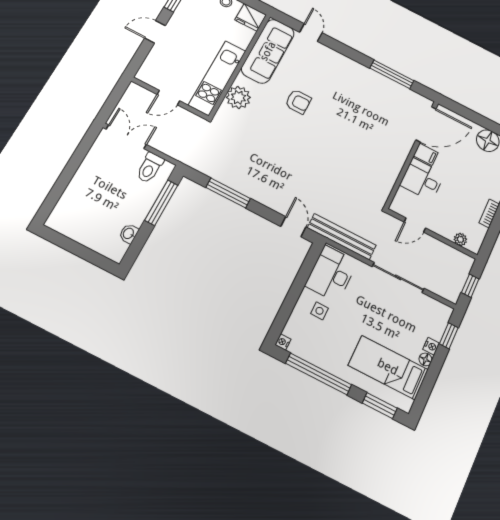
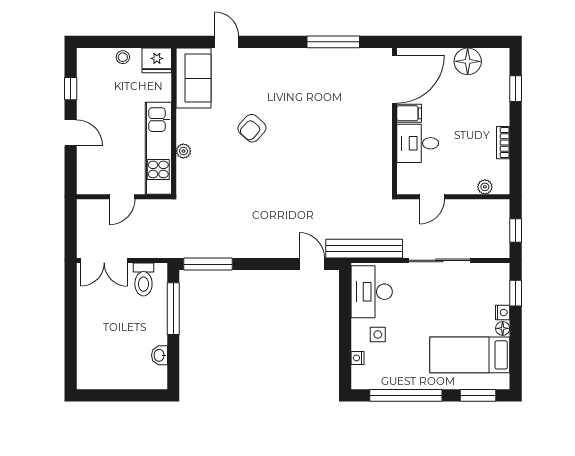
door: (155, 32) -> (71, 133), swing flipped
sofa: (268, 51) -> (193, 78), width x0.73
plant: (238, 97) -> (183, 151), width x0.53, depth x0.53
armchair: (298, 102) -> (252, 128), turned 132
double door: (126, 137) -> (104, 260), swing flipped
window: (228, 193) -> (208, 264), moved
nightstand: (283, 342) -> (357, 358), moved

